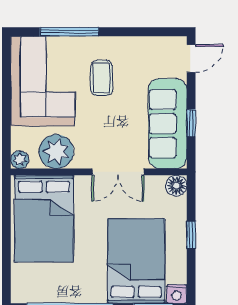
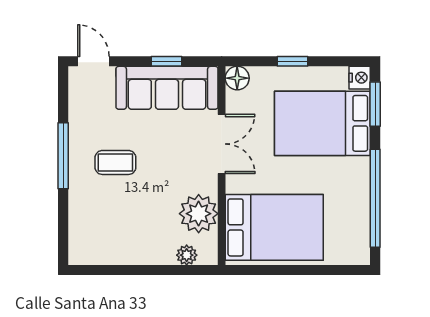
window: (69, 32) -> (63, 156), moved
corner sofa: (43, 81) -> (119, 229), removed
plant: (20, 160) -> (187, 255), moved

